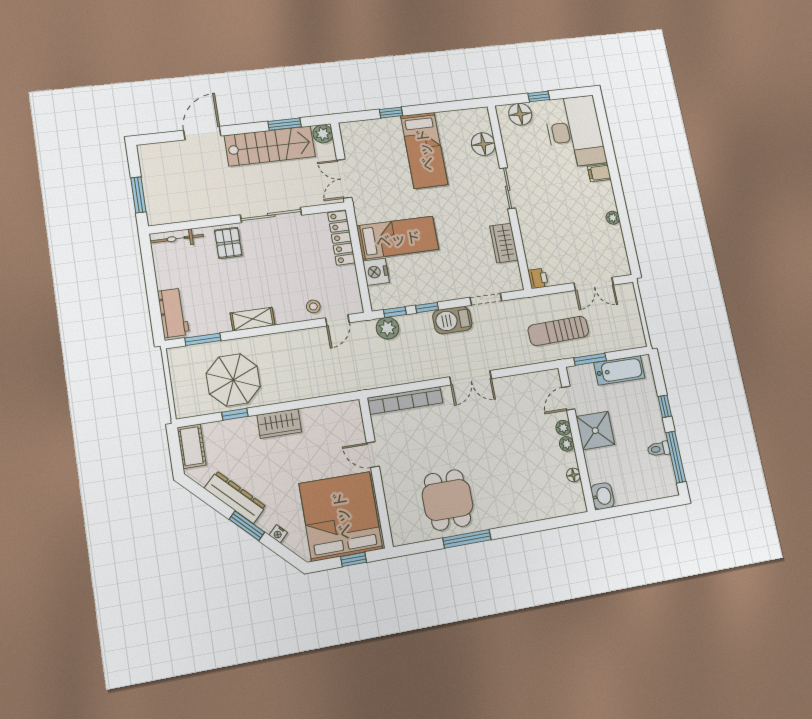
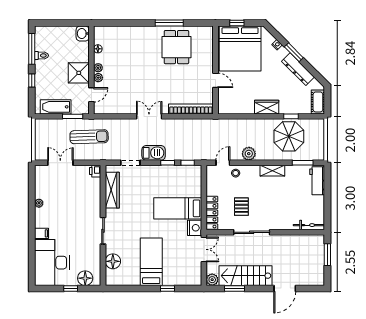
pallet: (228, 243) -> (241, 207), moved
wardrobe: (504, 243) -> (112, 190), width x1.50
nightstand: (376, 272) -> (195, 228), moved
plant: (388, 328) -> (249, 154), moved

